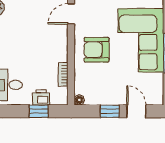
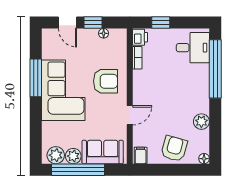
printer: (41, 97) -> (140, 37), moved, turned -90
floor lamp: (79, 100) -> (104, 33), moved

